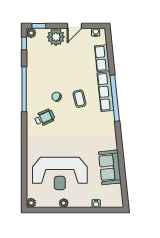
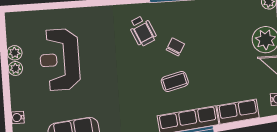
reception desk: (60, 174) -> (60, 60), width x0.74, depth x0.77
plant: (31, 203) -> (15, 53), moved

